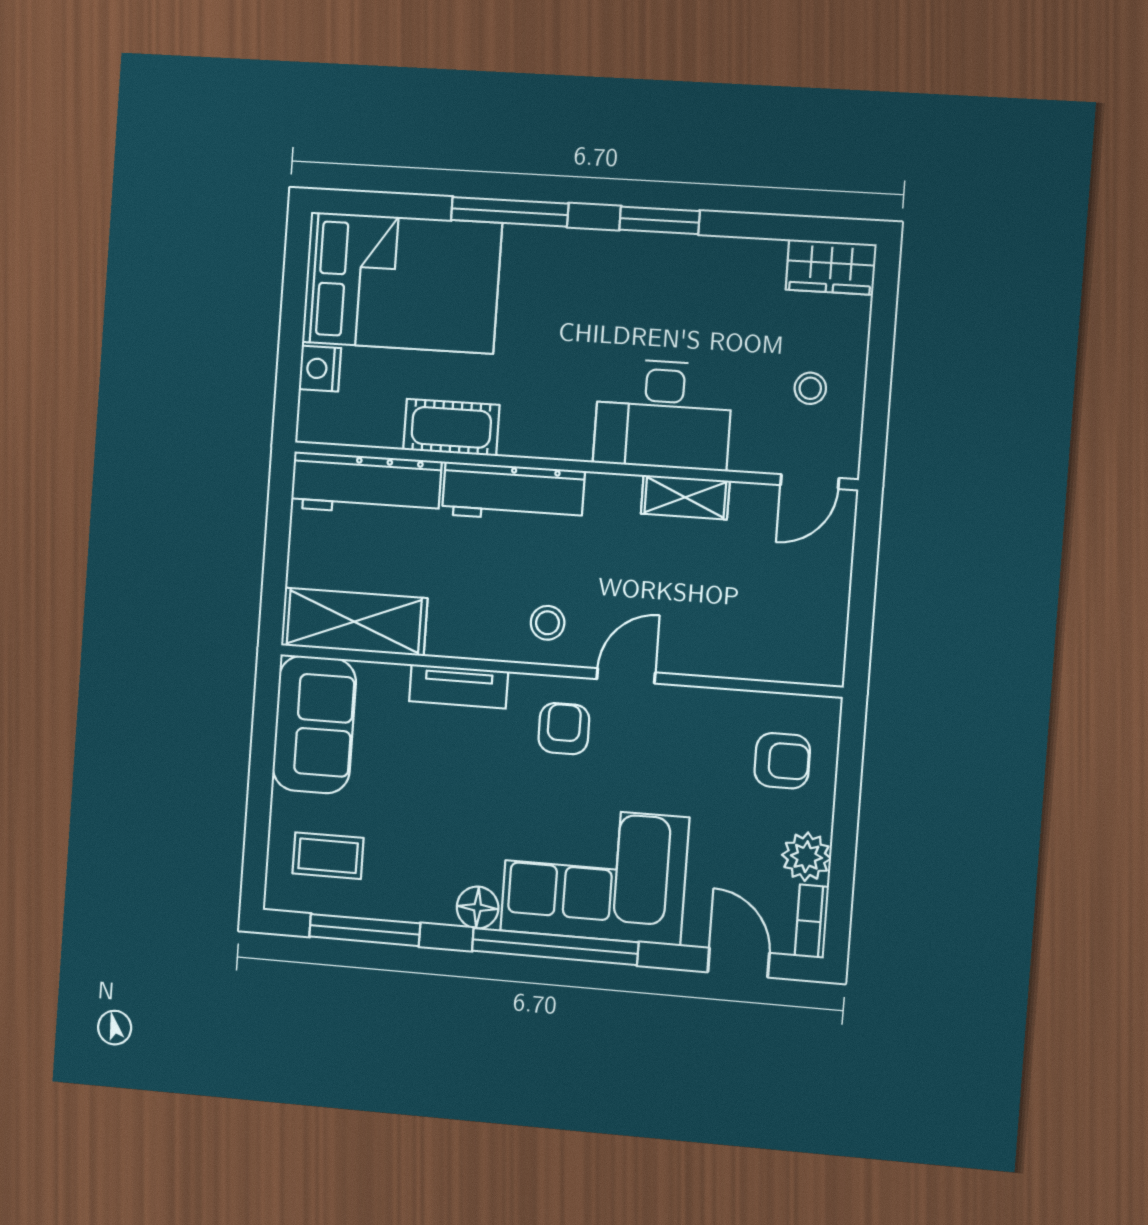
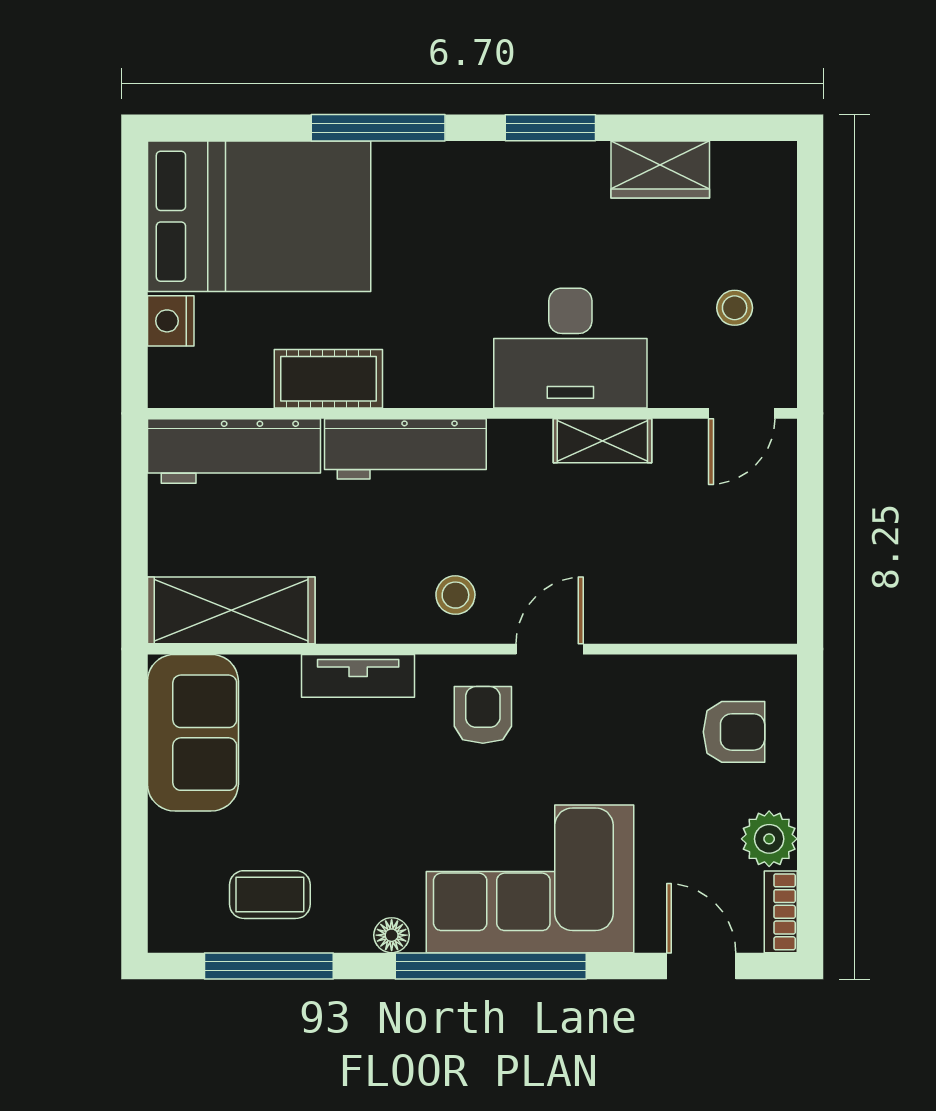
wardrobe: (831, 267) -> (660, 169), moved
coffee table: (328, 856) -> (270, 895), moved
floor lamp: (478, 908) -> (392, 935), width x0.73, depth x0.73

